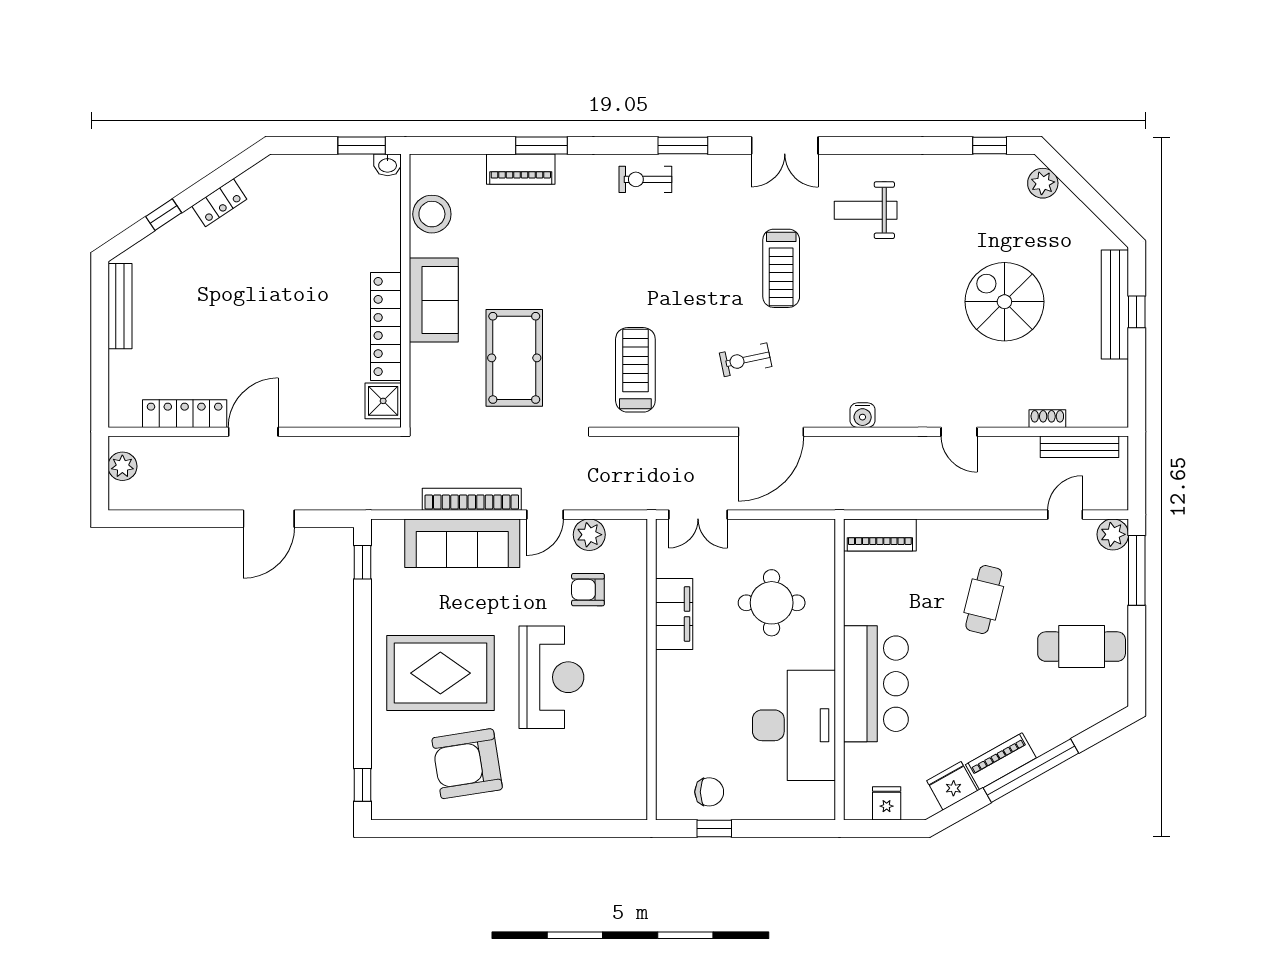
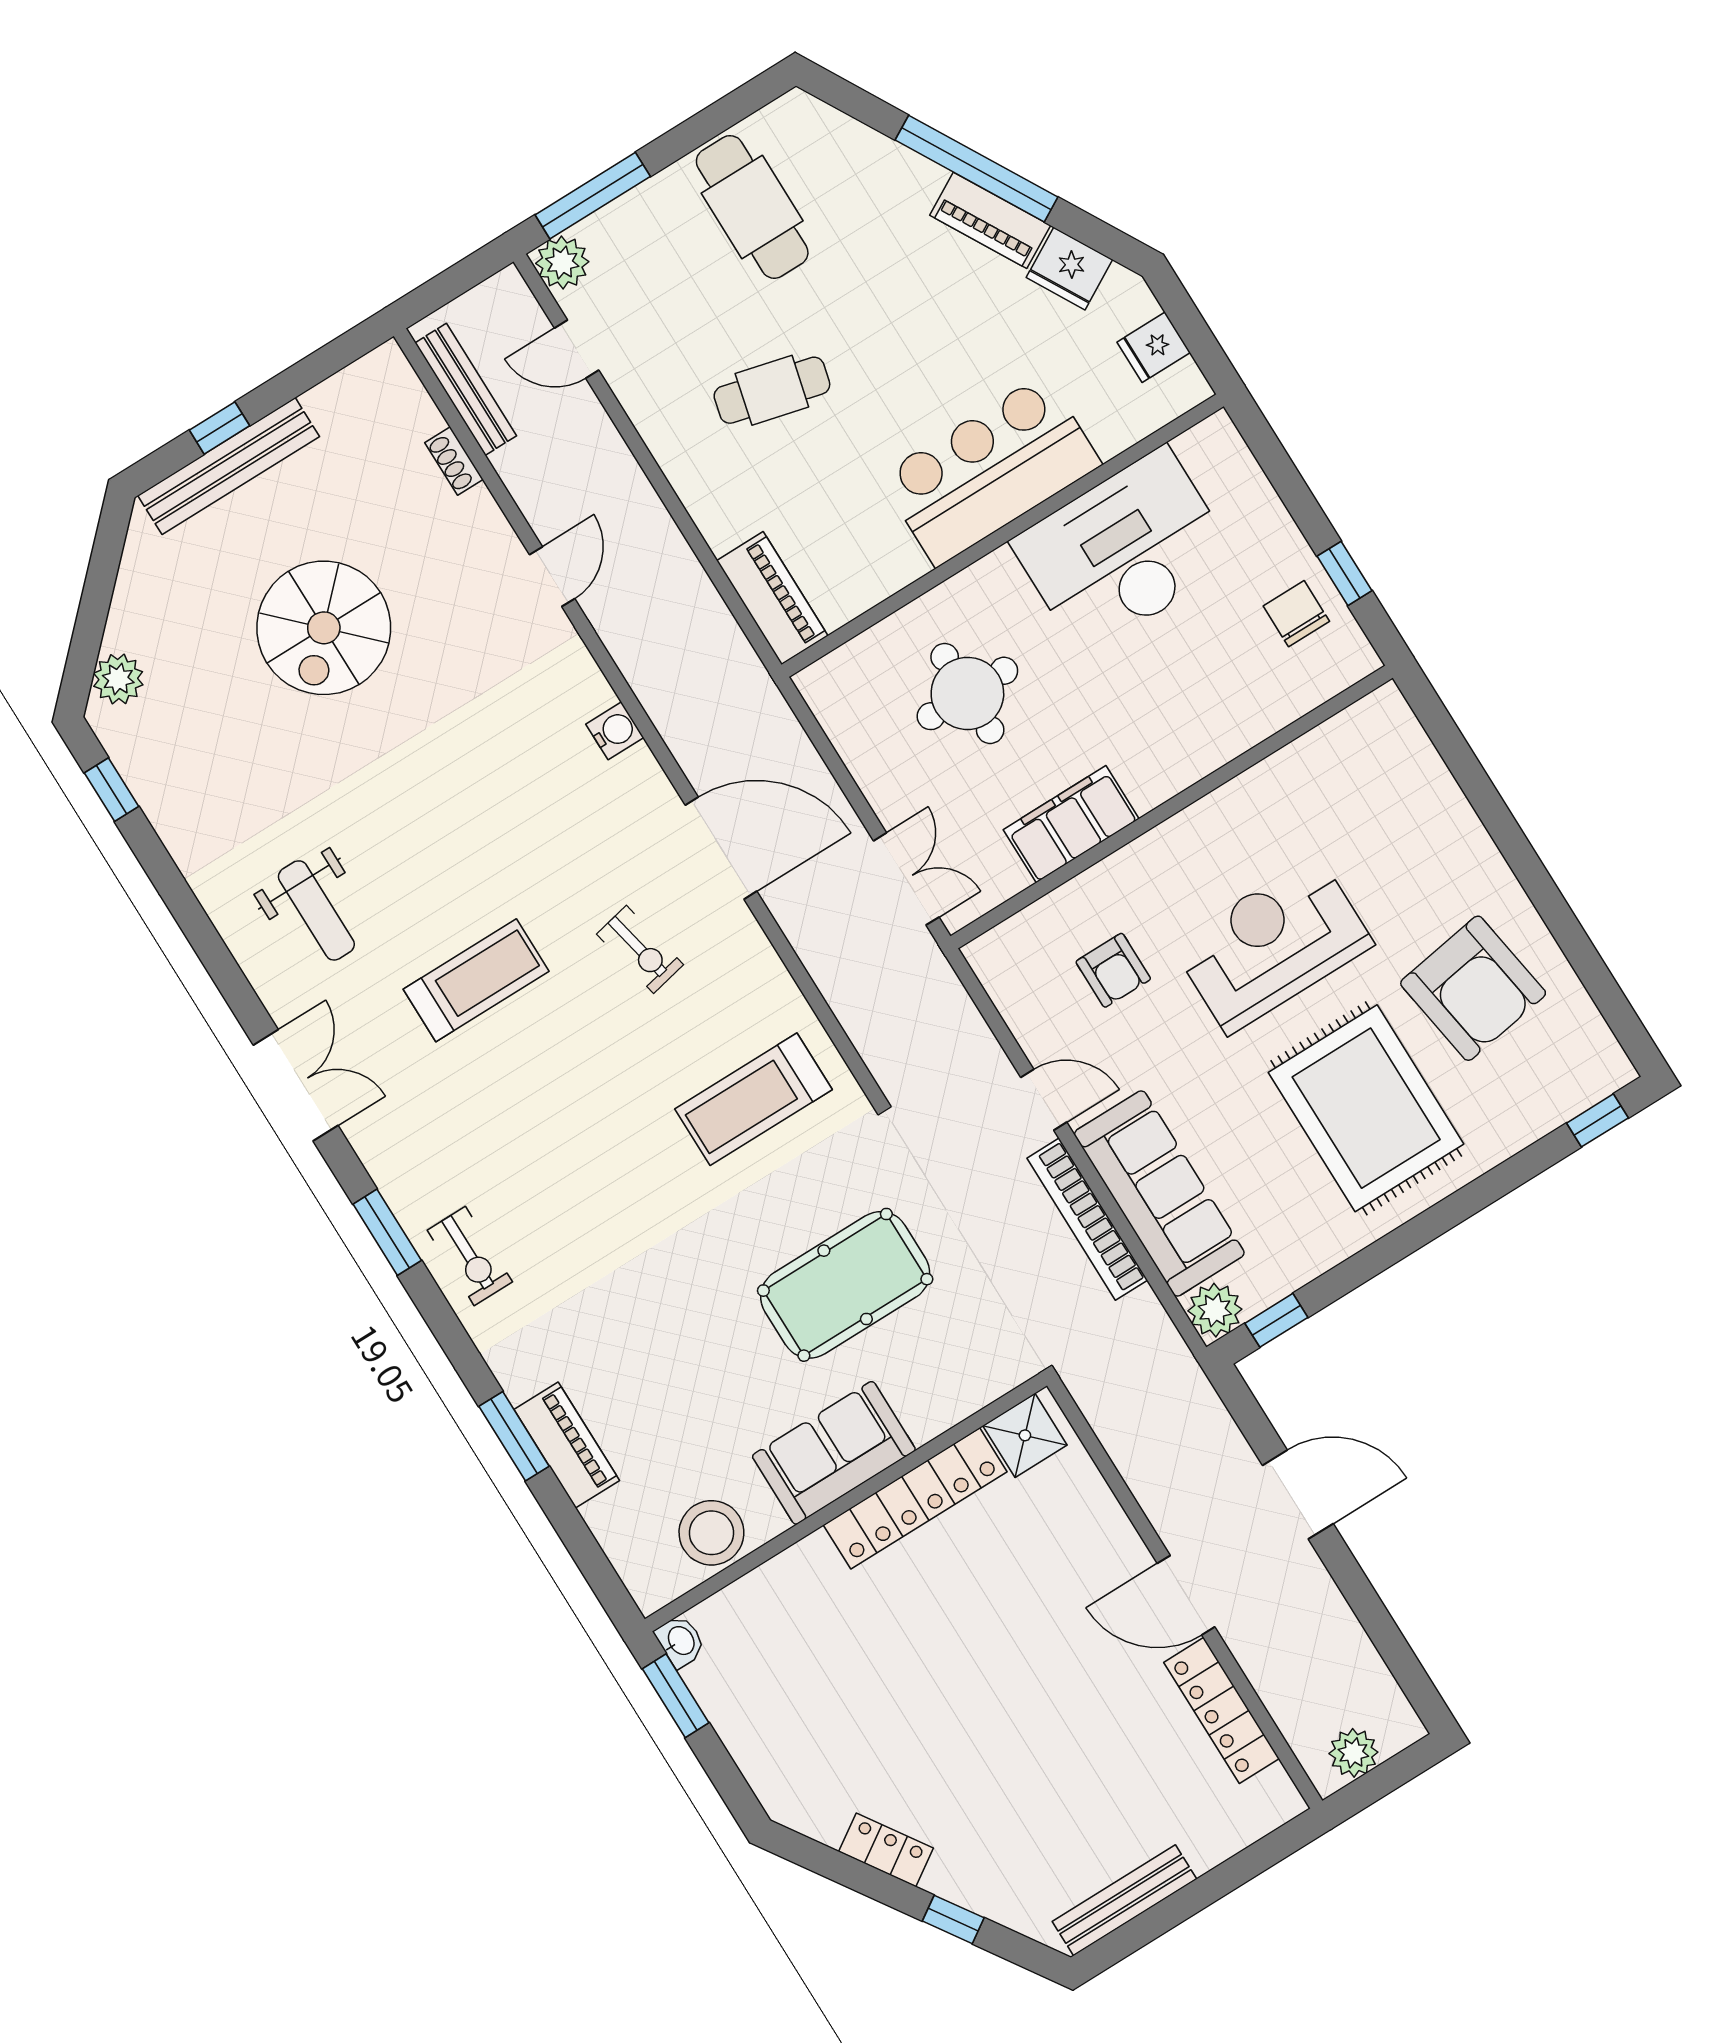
plant: (589, 535) -> (1215, 1310), moved

